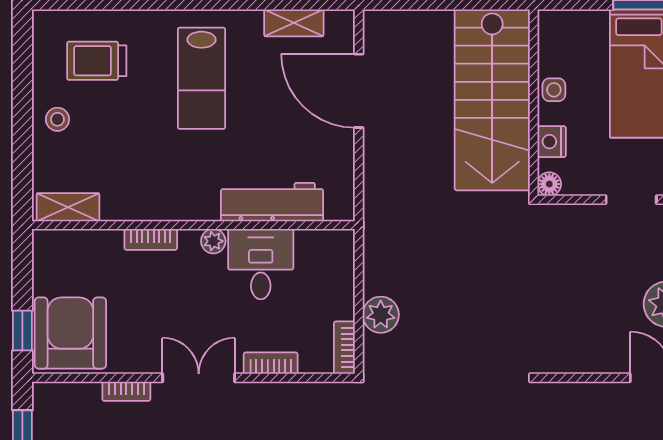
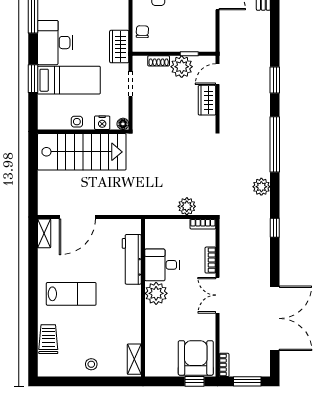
shelving: (294, 23) -> (44, 233), moved
trolley: (97, 61) -> (48, 339), moved, turned 180
bookcase: (151, 239) -> (150, 319), removed
plant: (213, 241) -> (156, 293), width x1.88, depth x1.88
armchair: (70, 333) -> (196, 358), turned 90
wardrobe: (598, 356) -> (207, 100), added
bookcase: (126, 391) -> (224, 365), moved

